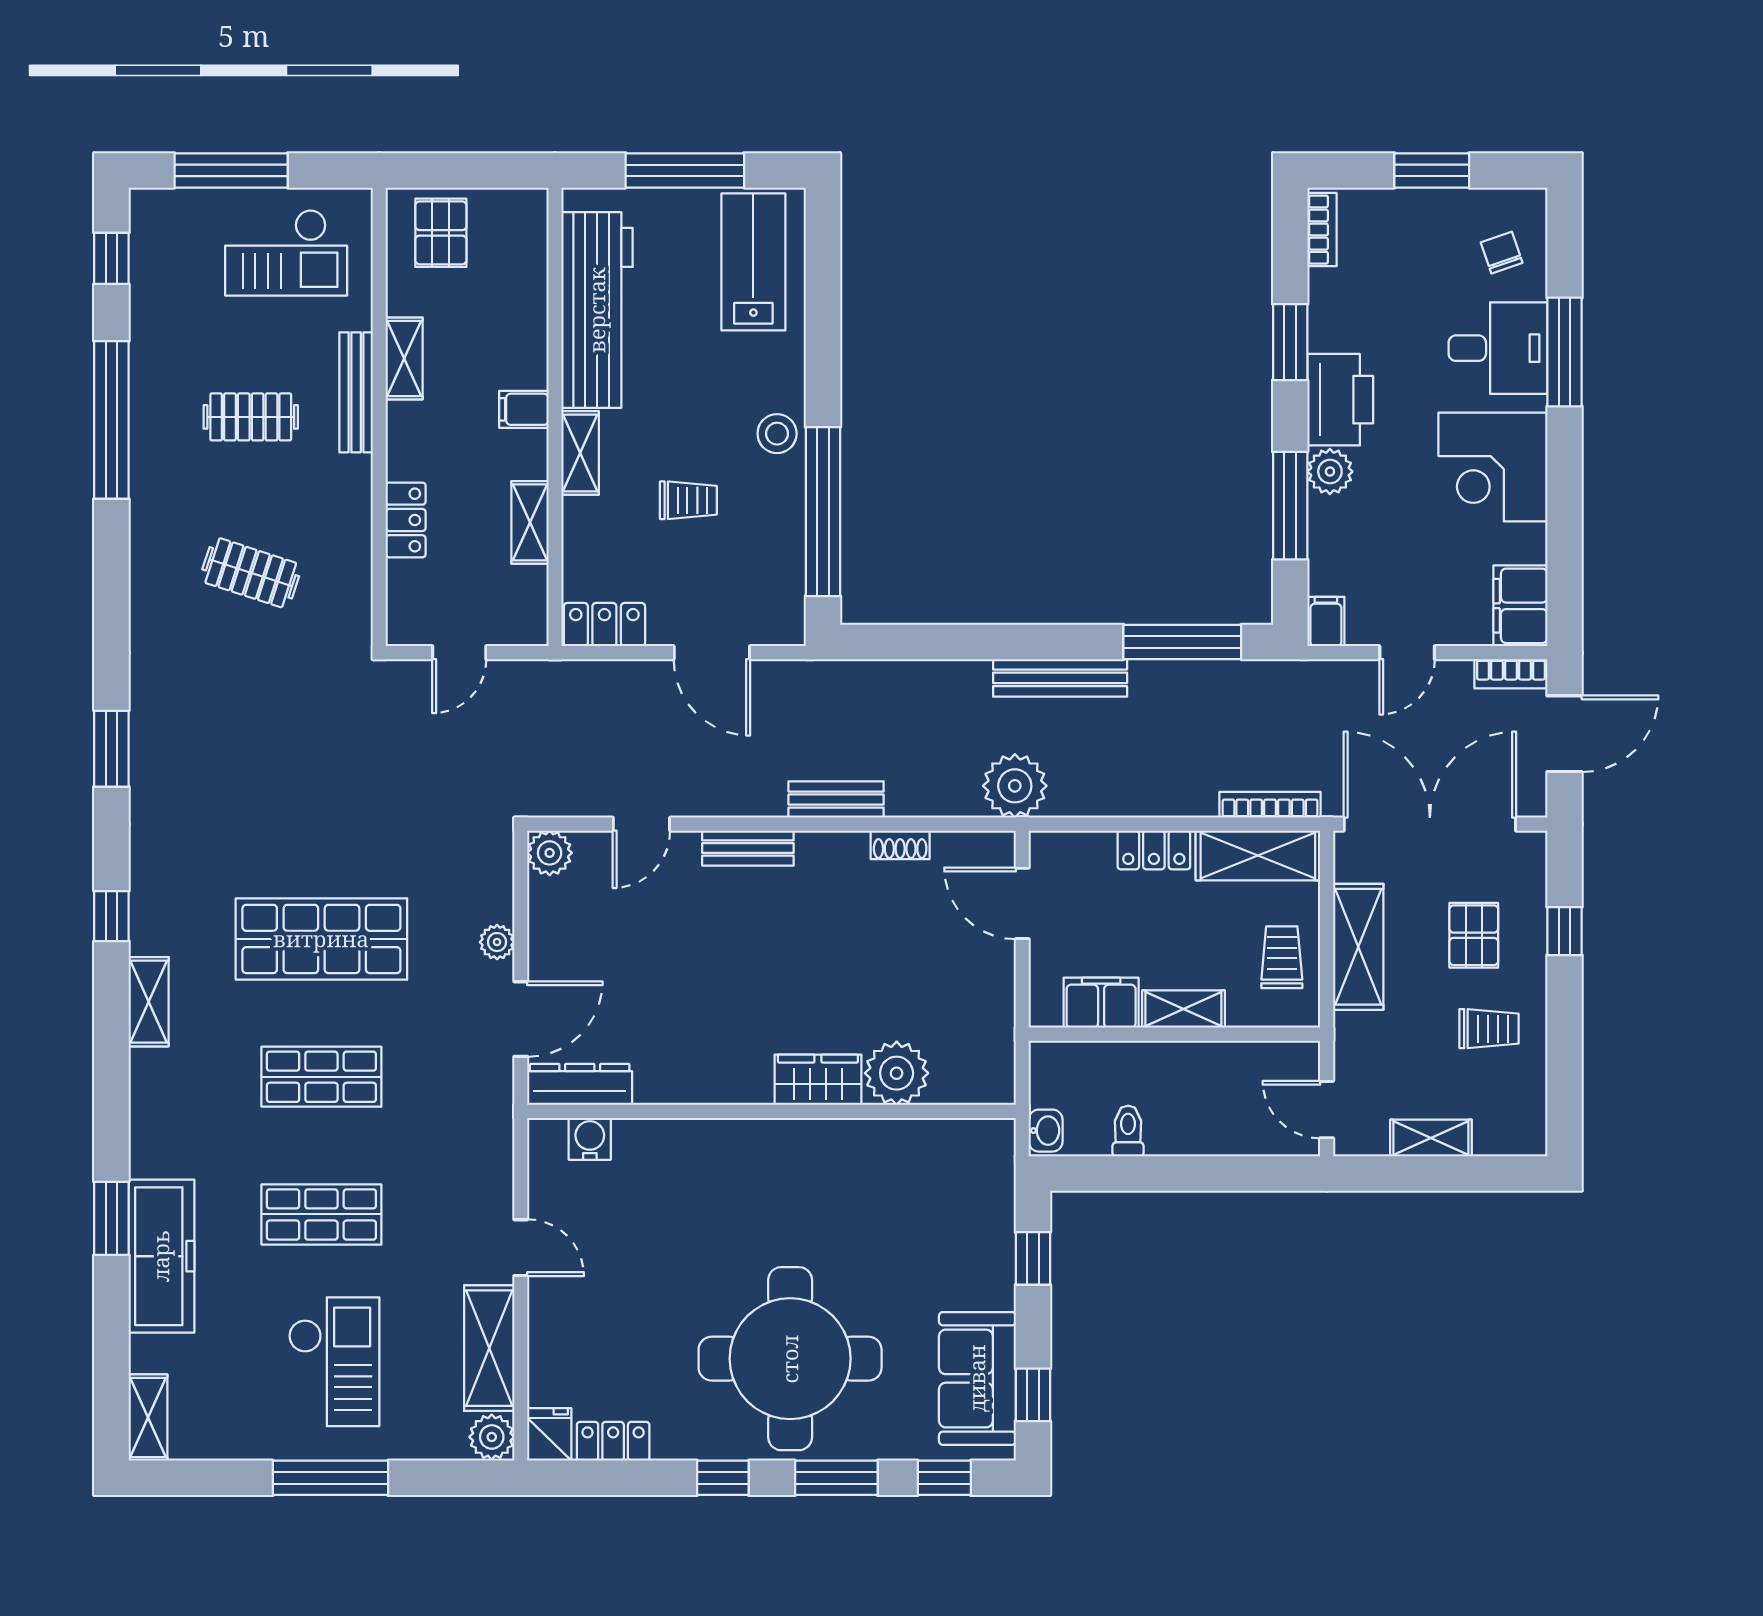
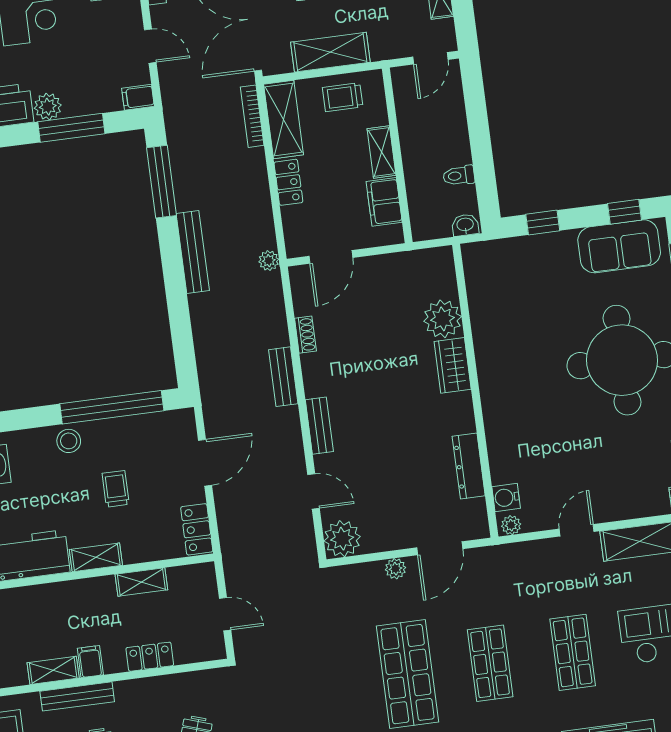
filing cabinet: (524, 409) -> (90, 662), moved, turned 180
plant: (1015, 786) -> (269, 261), width x0.53, depth x0.53
plant: (550, 853) -> (342, 539), width x1.36, depth x1.36
door: (521, 1019) -> (440, 548), swing flipped
dresser: (580, 1084) -> (469, 466), moved
plant: (543, 1141) -> (511, 525), added

